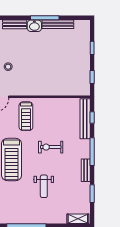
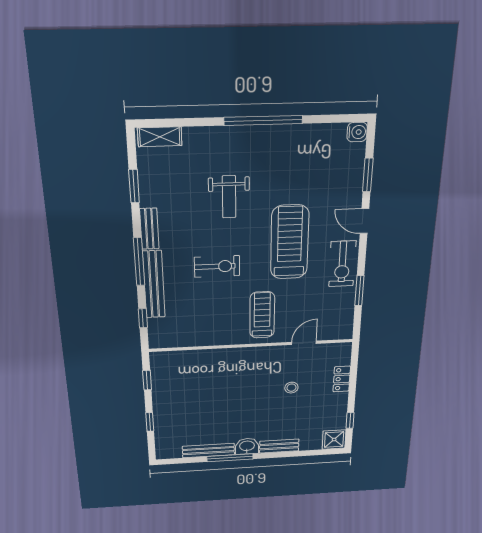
bench: (85, 119) -> (154, 284), moved
weight bench: (44, 186) -> (229, 197), turned 180

